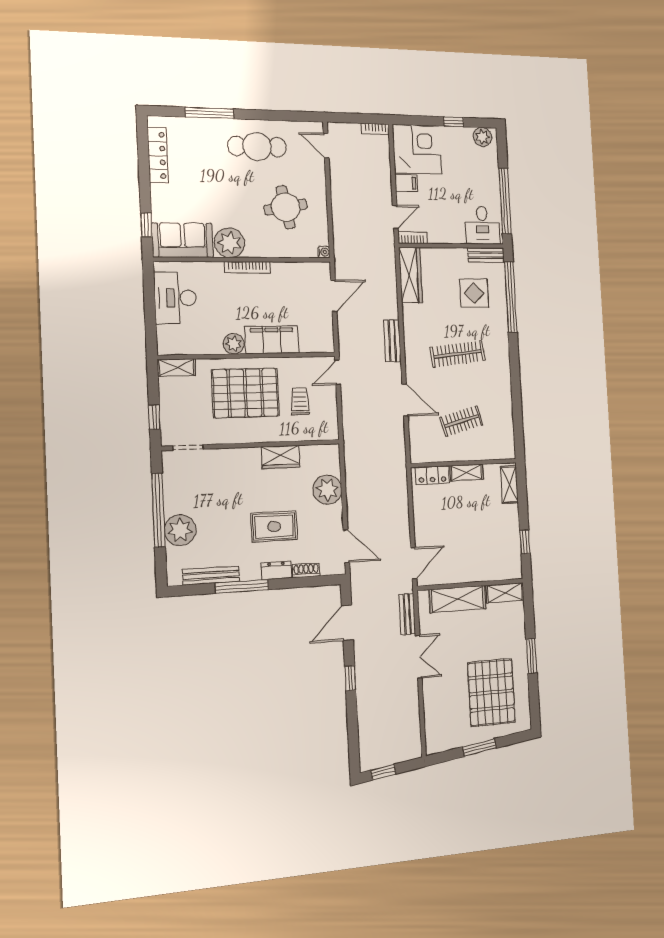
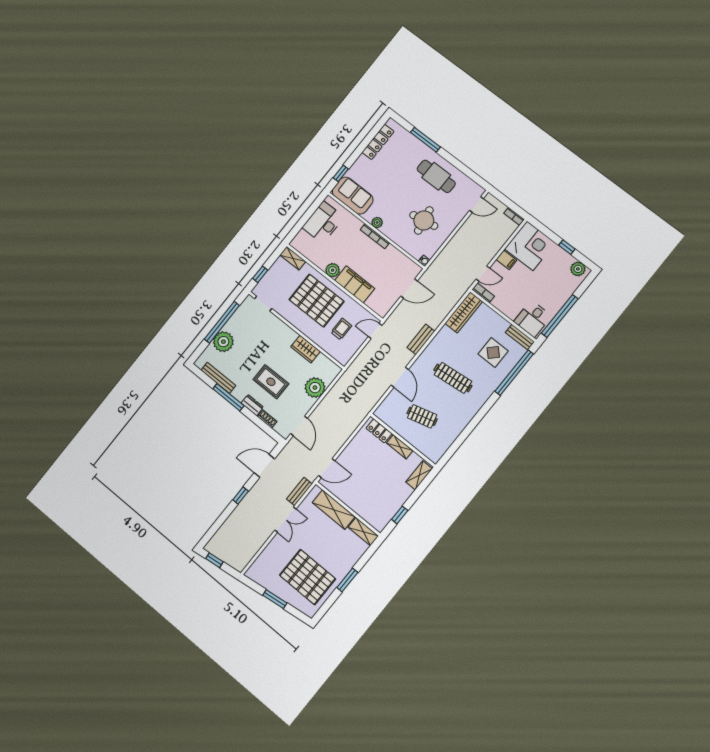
door: (326, 146) -> (476, 204), swing flipped
plant: (229, 243) -> (377, 223), width x0.53, depth x0.53
pallet: (491, 692) -> (307, 577), turned 90

